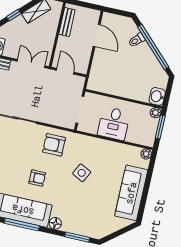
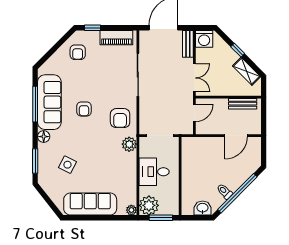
toilet: (137, 40) -> (225, 191), moved
washbasin: (157, 96) -> (203, 208), moved
plant: (156, 113) -> (149, 205), moved, width x1.87, depth x1.87
plant: (81, 142) -> (129, 144), added
armchair: (54, 145) -> (120, 118), turned 180
side table: (82, 173) -> (67, 165), moved

